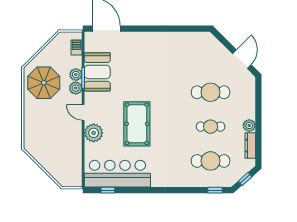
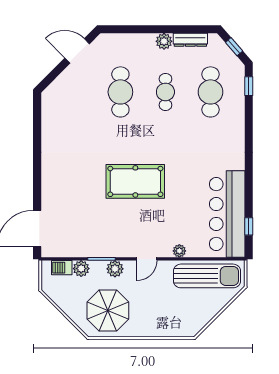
booth: (97, 72) -> (94, 240), removed
plant: (76, 75) -> (81, 269), moved
pool table: (137, 124) -> (135, 181), moved
plant: (94, 133) -> (179, 251), width x0.53, depth x0.53
sun lounger: (70, 158) -> (207, 276), added

